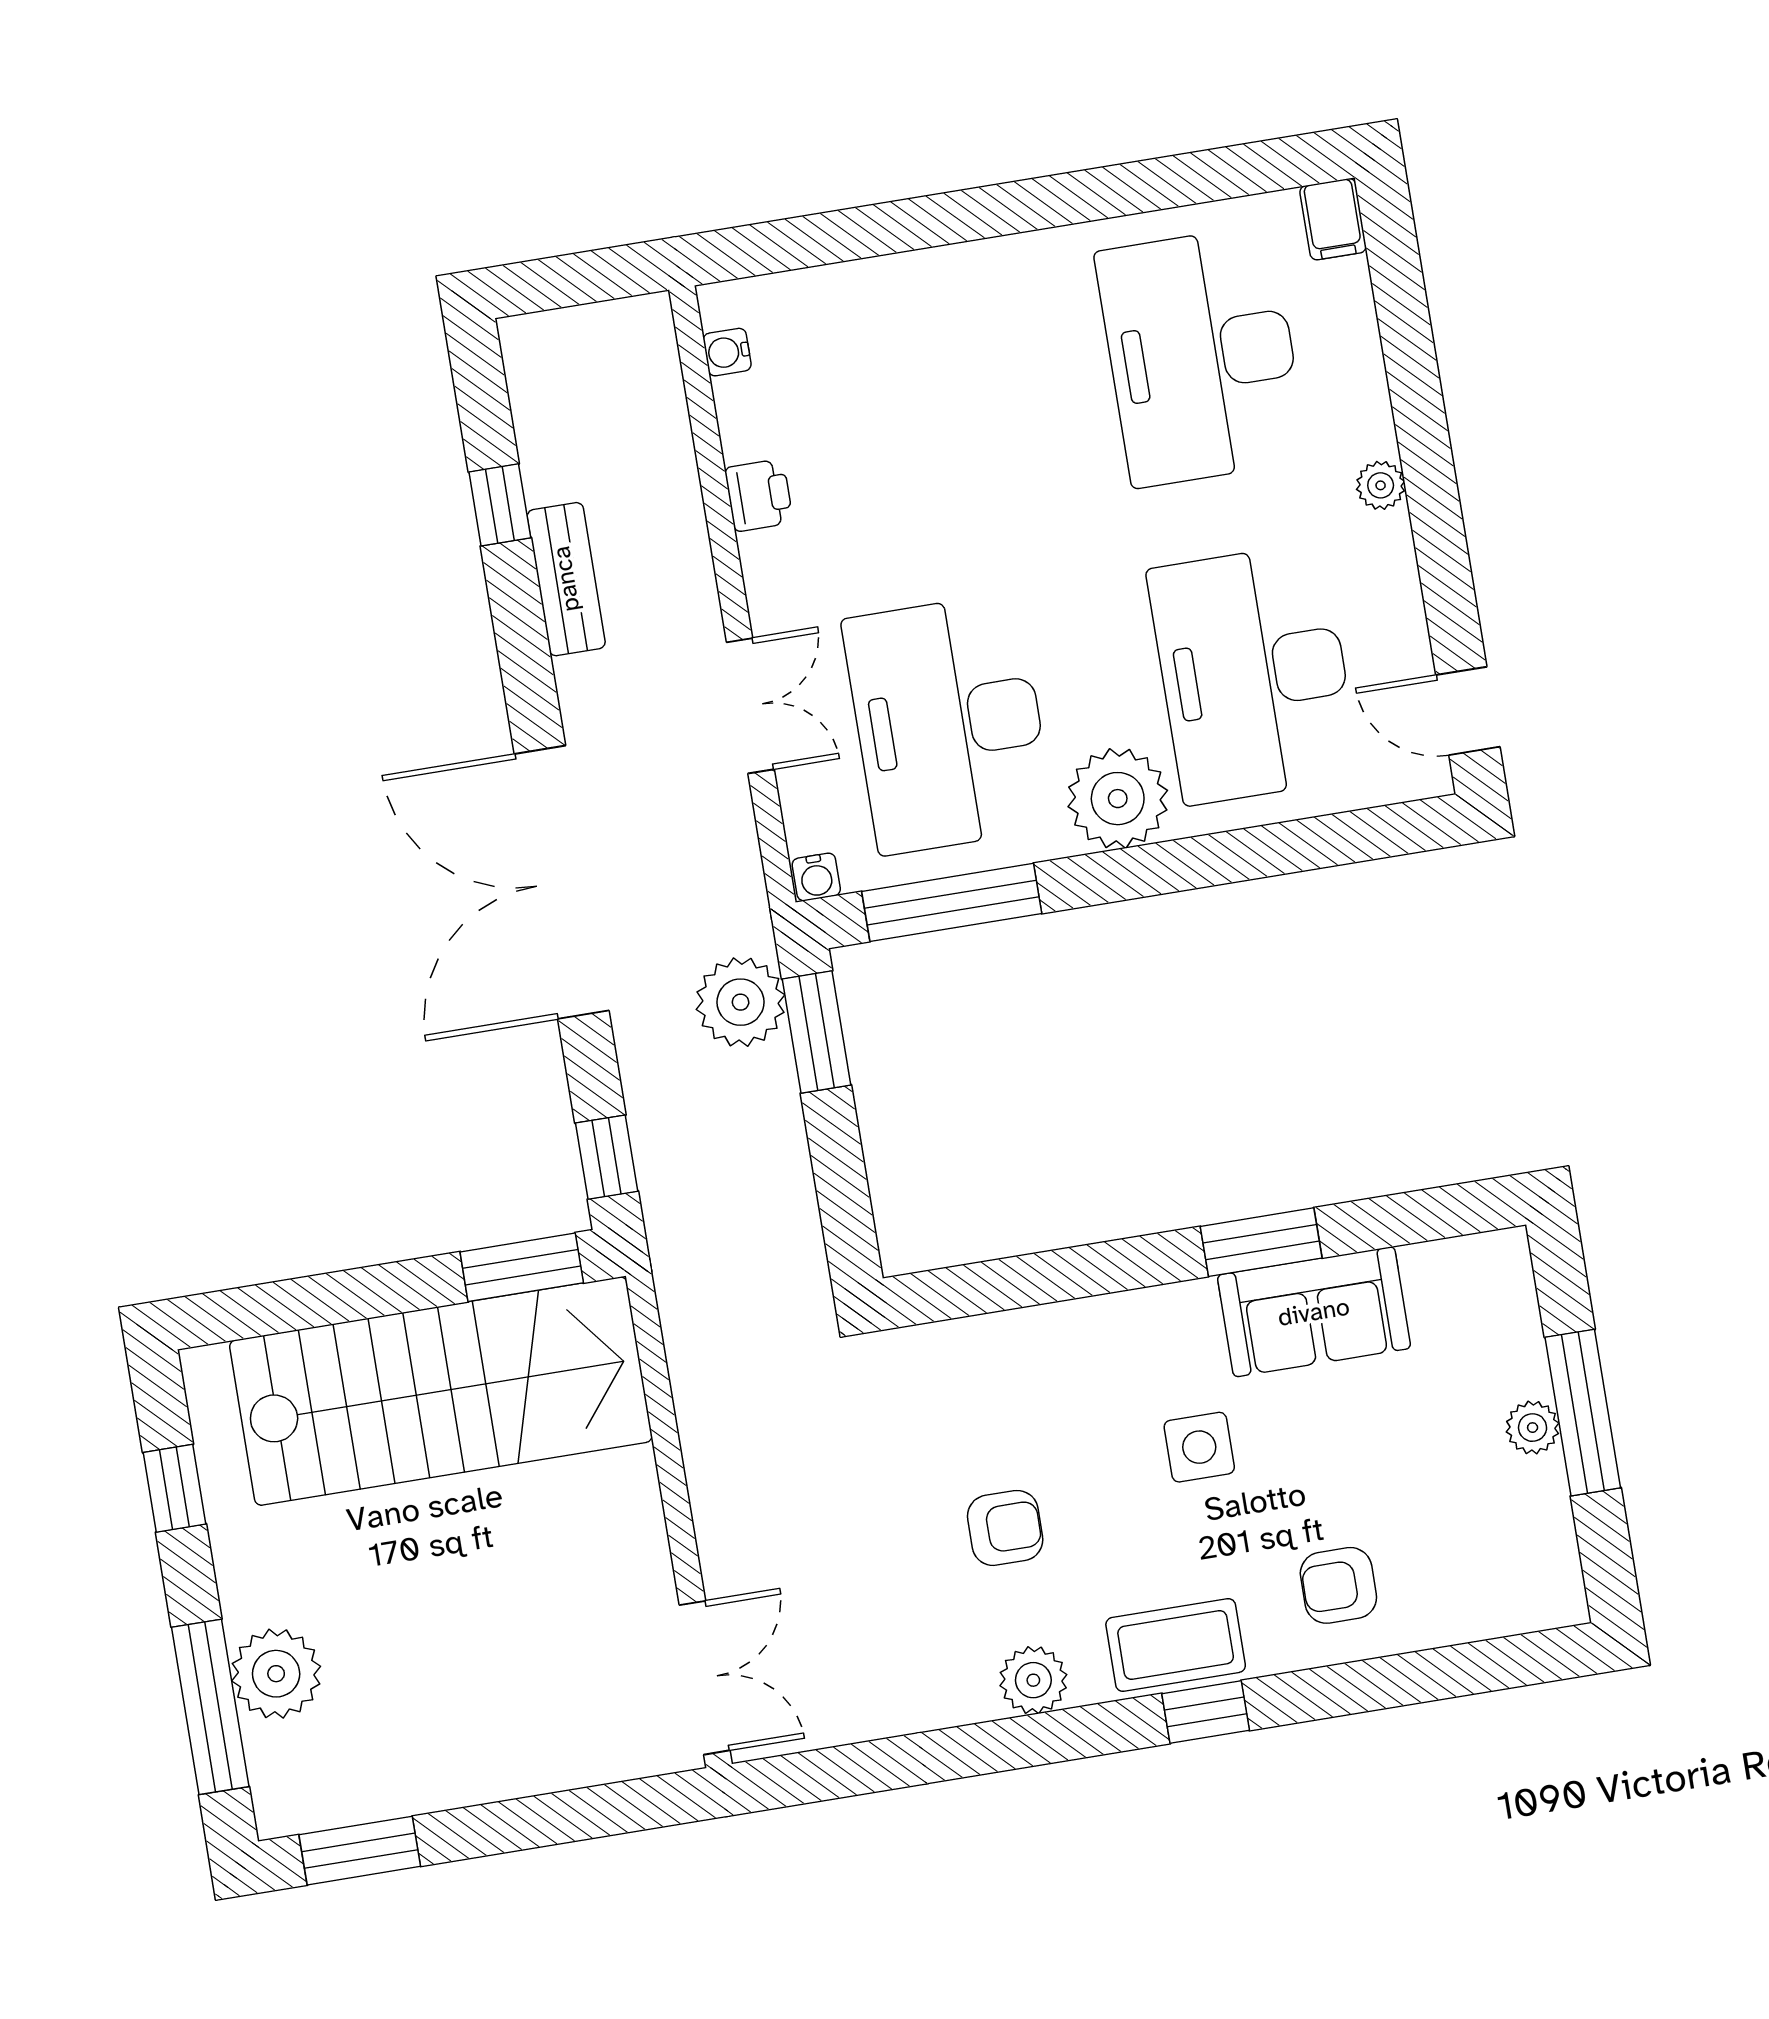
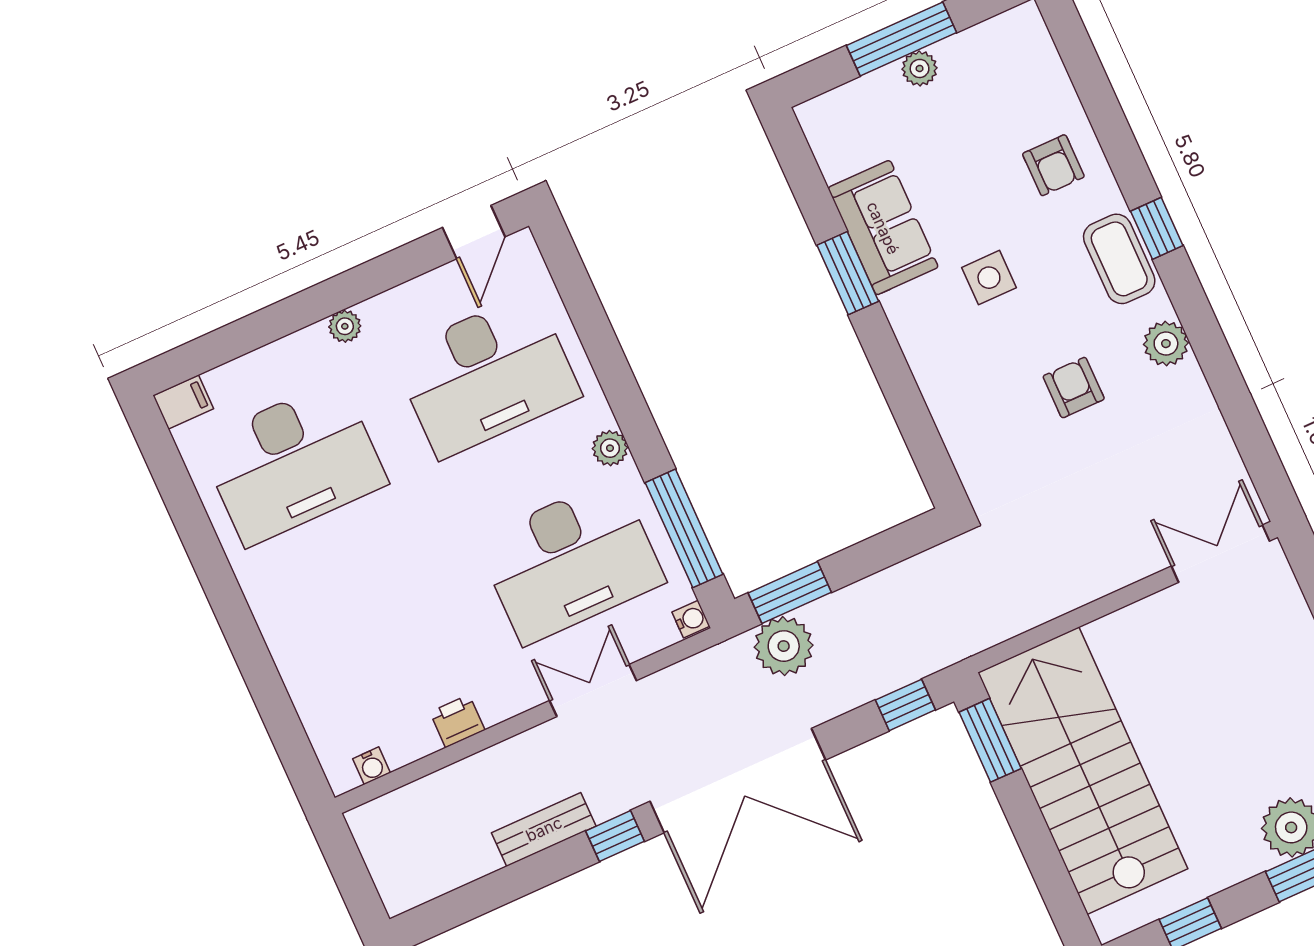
window: (500, 505) -> (615, 836), moved
plant: (1118, 799) -> (610, 448), width x0.53, depth x0.53

